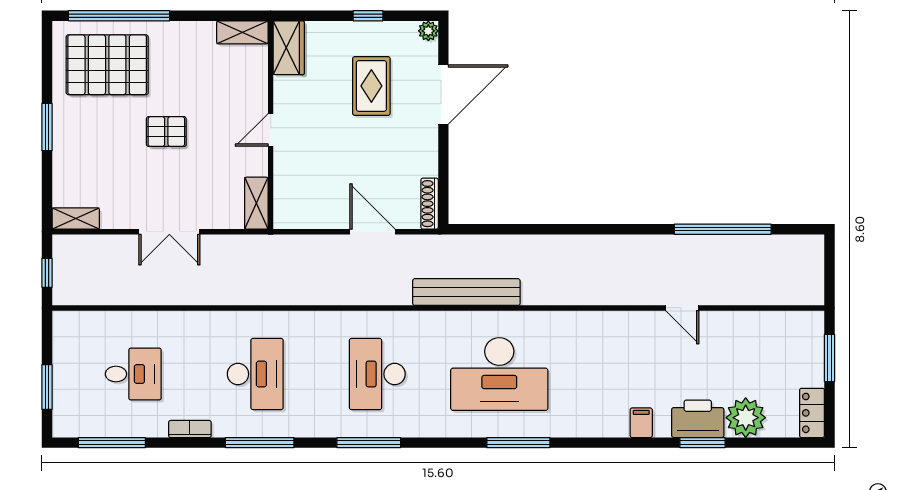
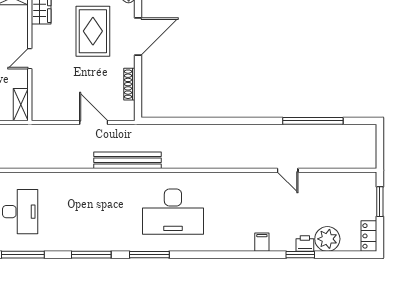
rug: (371, 86) -> (93, 31), width x1.36, depth x1.43
shoe rack: (430, 204) -> (129, 84), moved
bench: (466, 292) -> (127, 160), moved
desk: (377, 374) -> (97, 212), removed
printer: (698, 419) -> (305, 243), width x0.53, depth x0.68
window: (518, 443) -> (149, 255), moved

